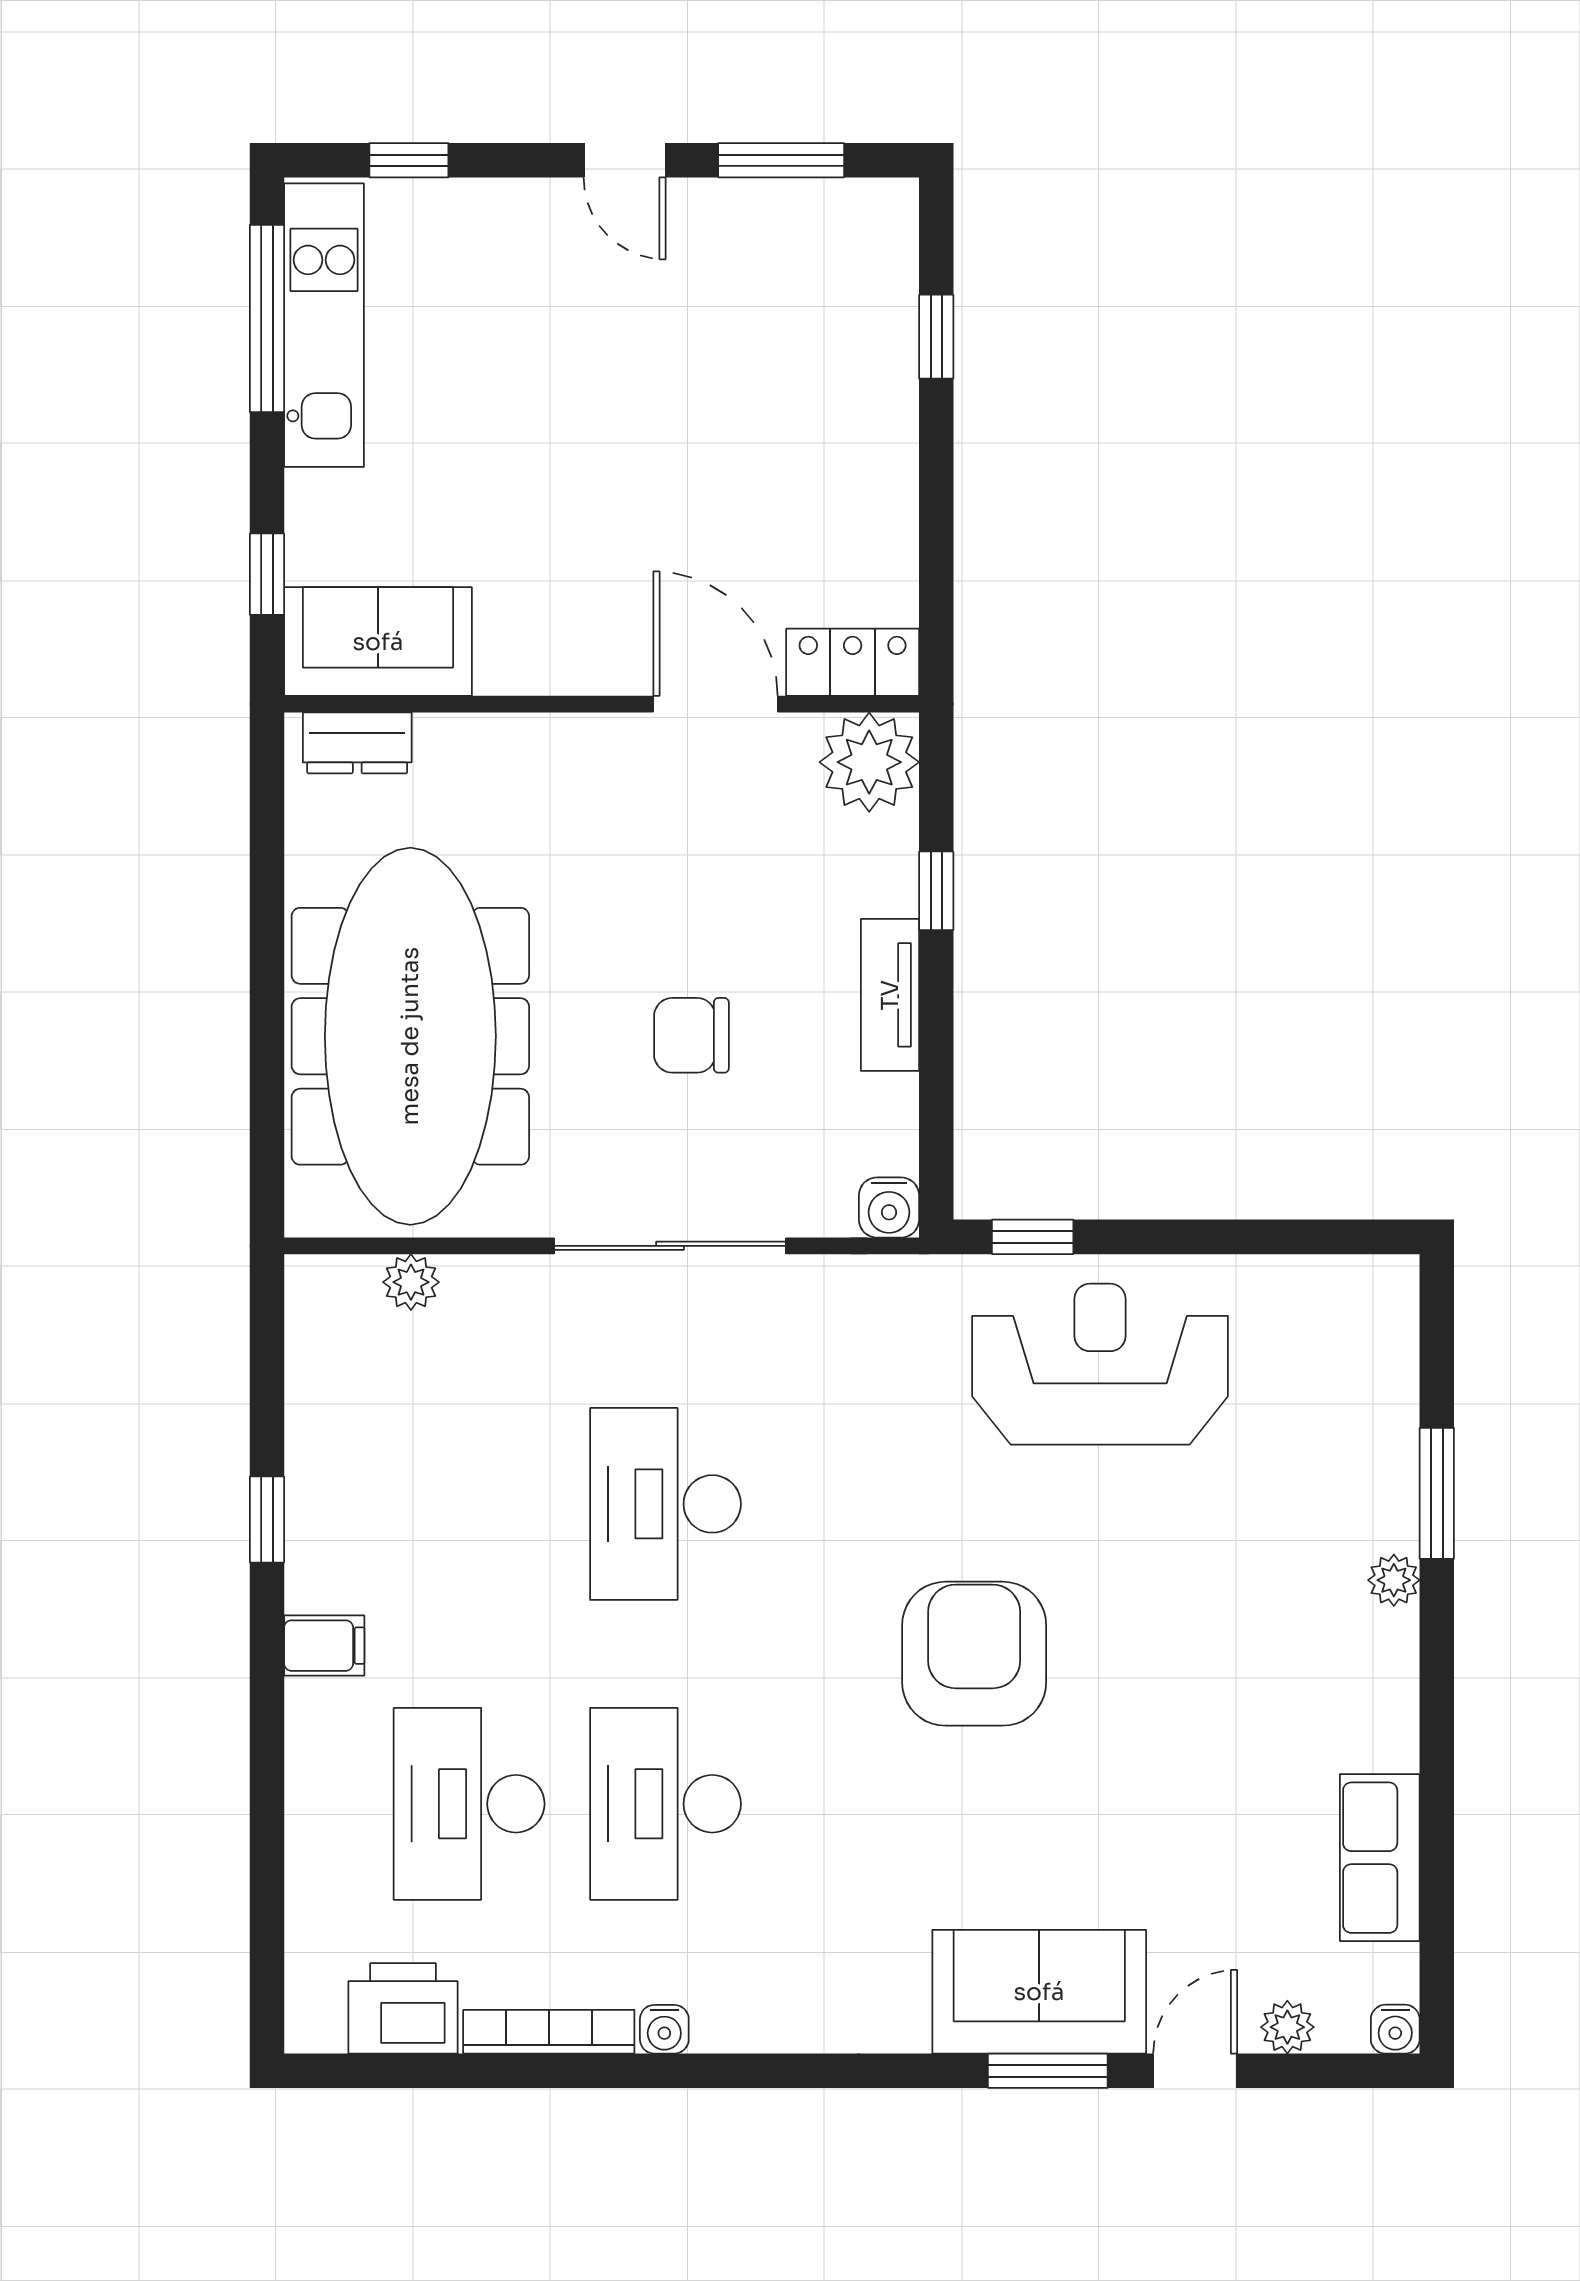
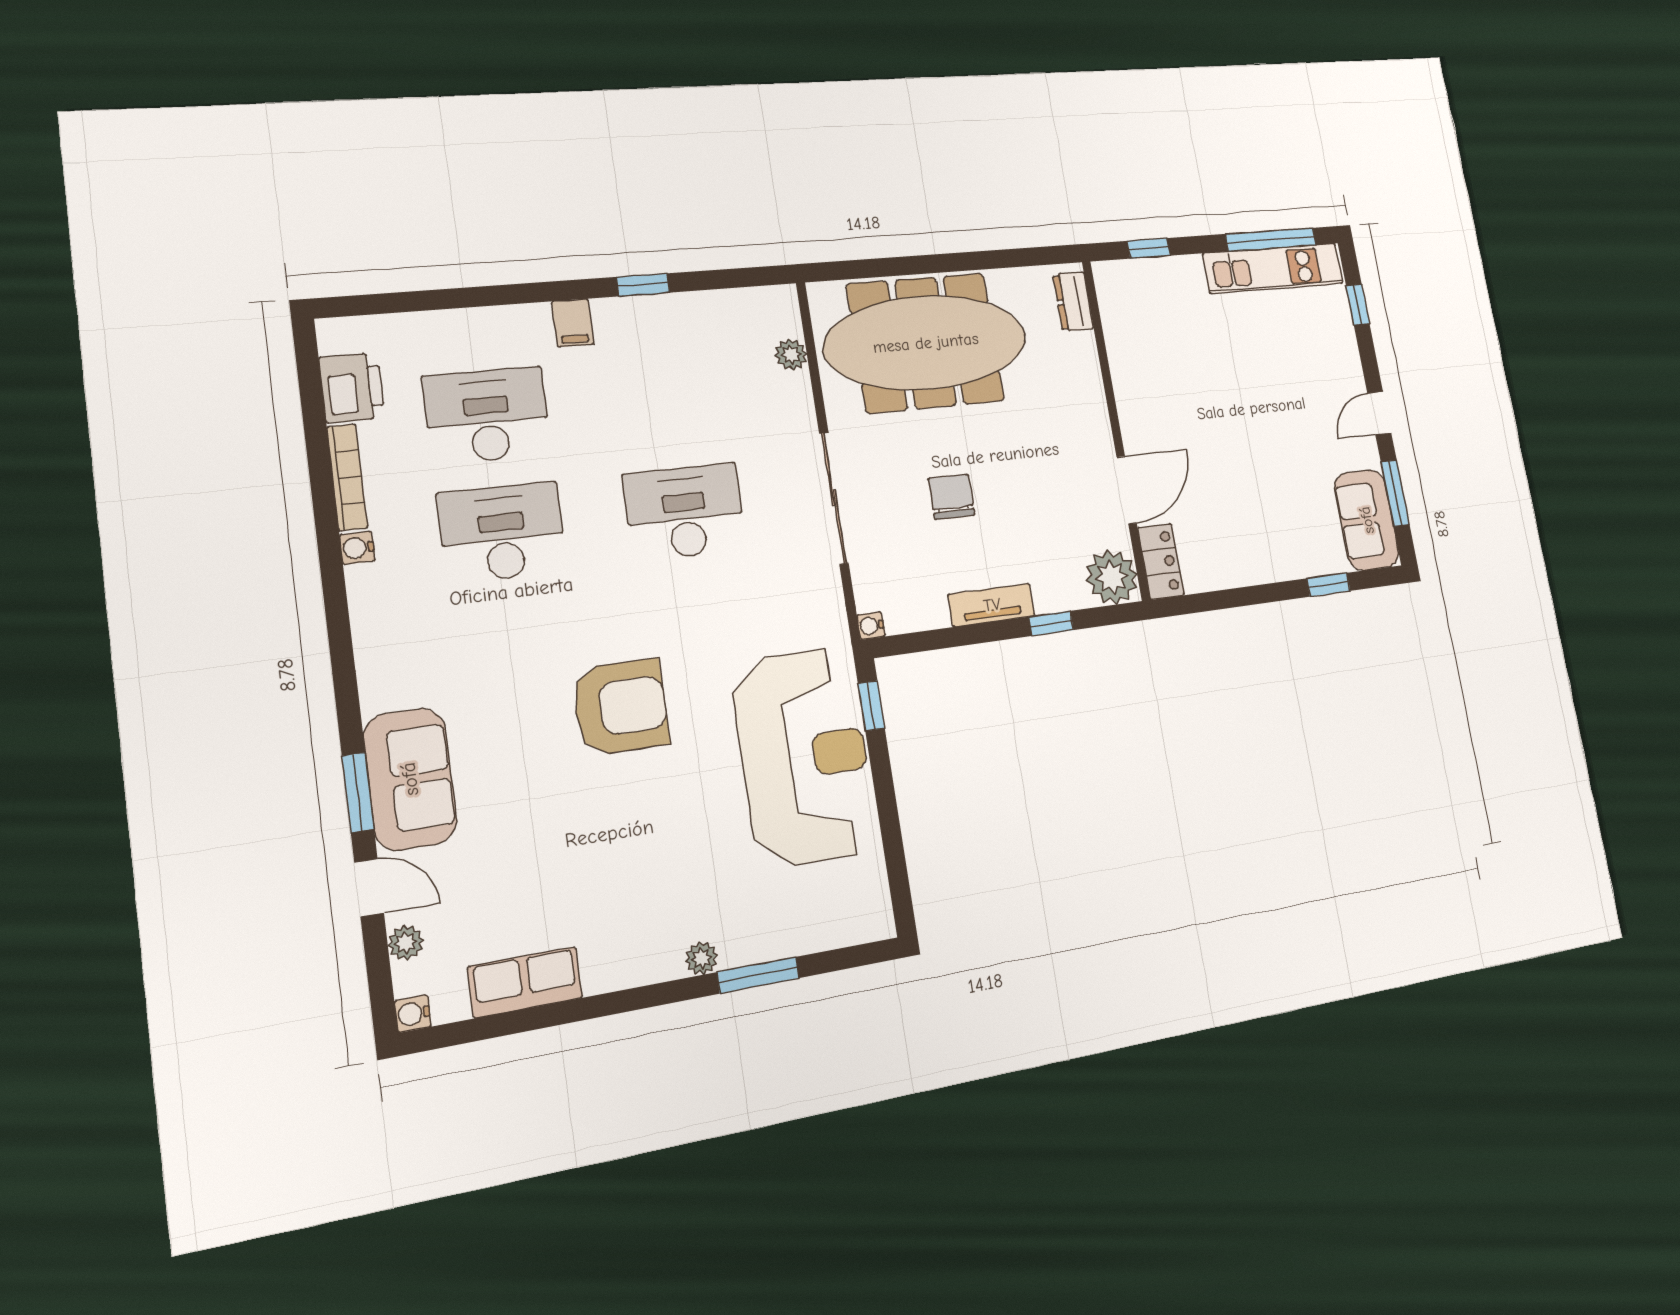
sofa: (378, 642) -> (1367, 520), moved, turned 180
water cooler: (889, 1208) -> (871, 626), width x0.72, depth x0.72
reception desk: (1100, 1364) -> (804, 757), width x1.36, depth x1.30

